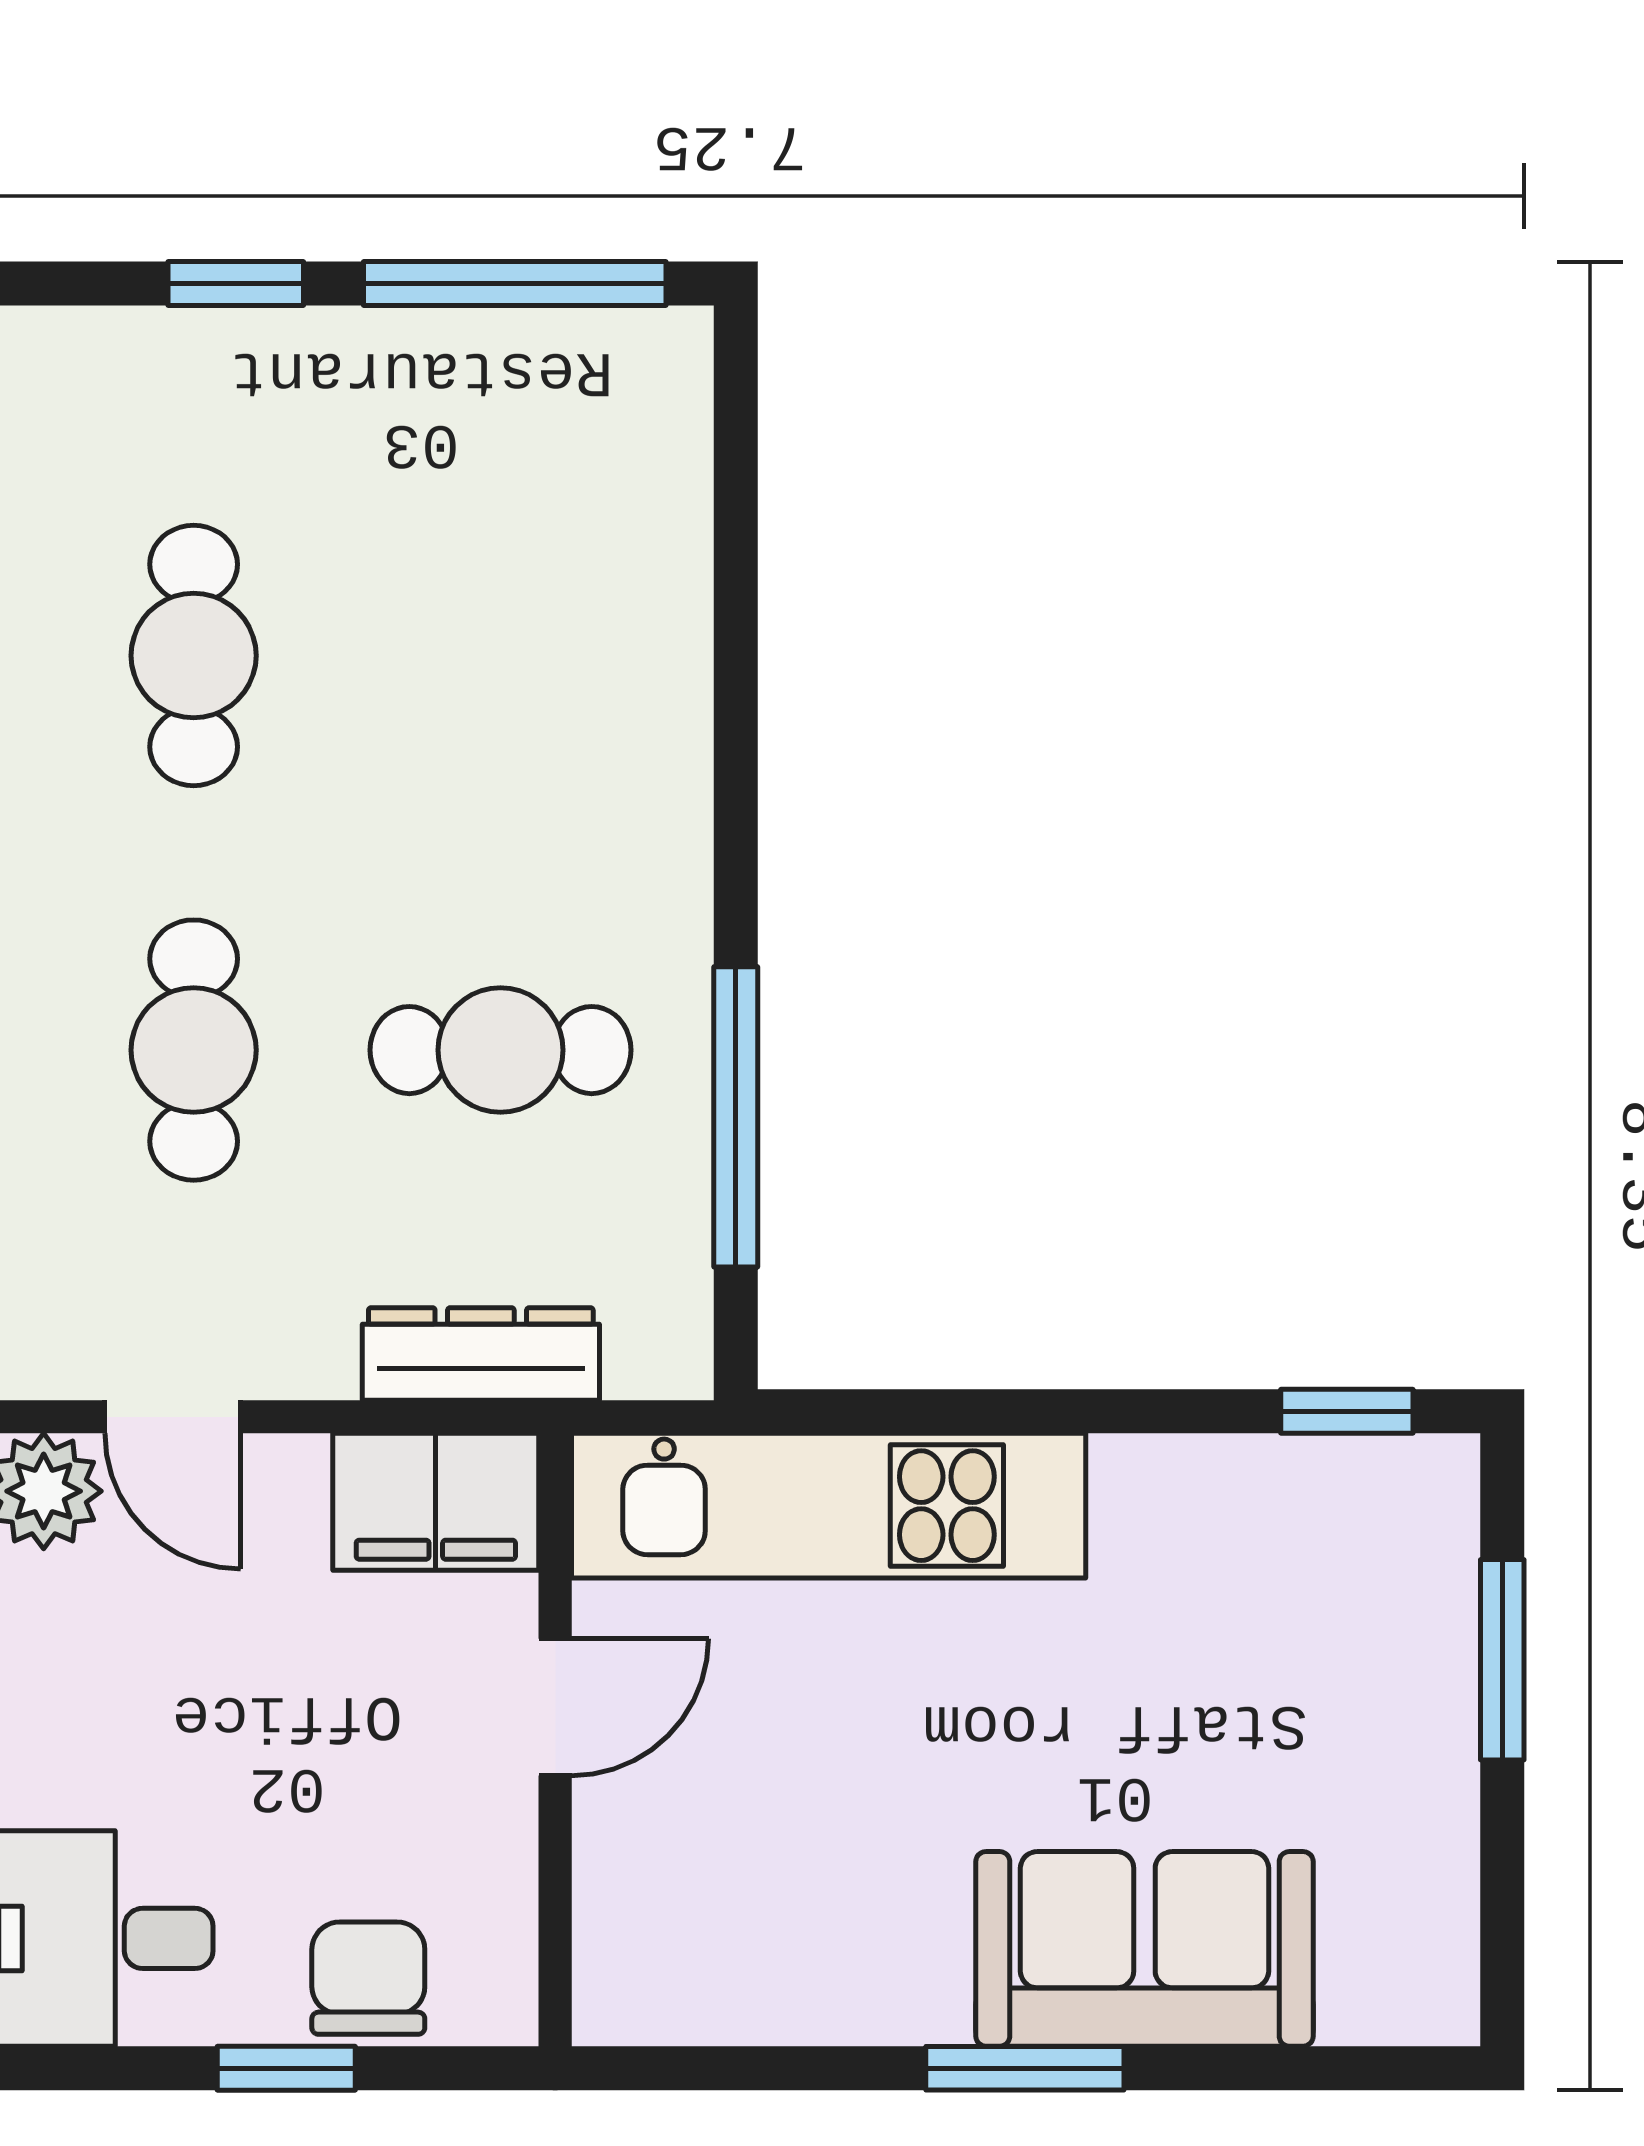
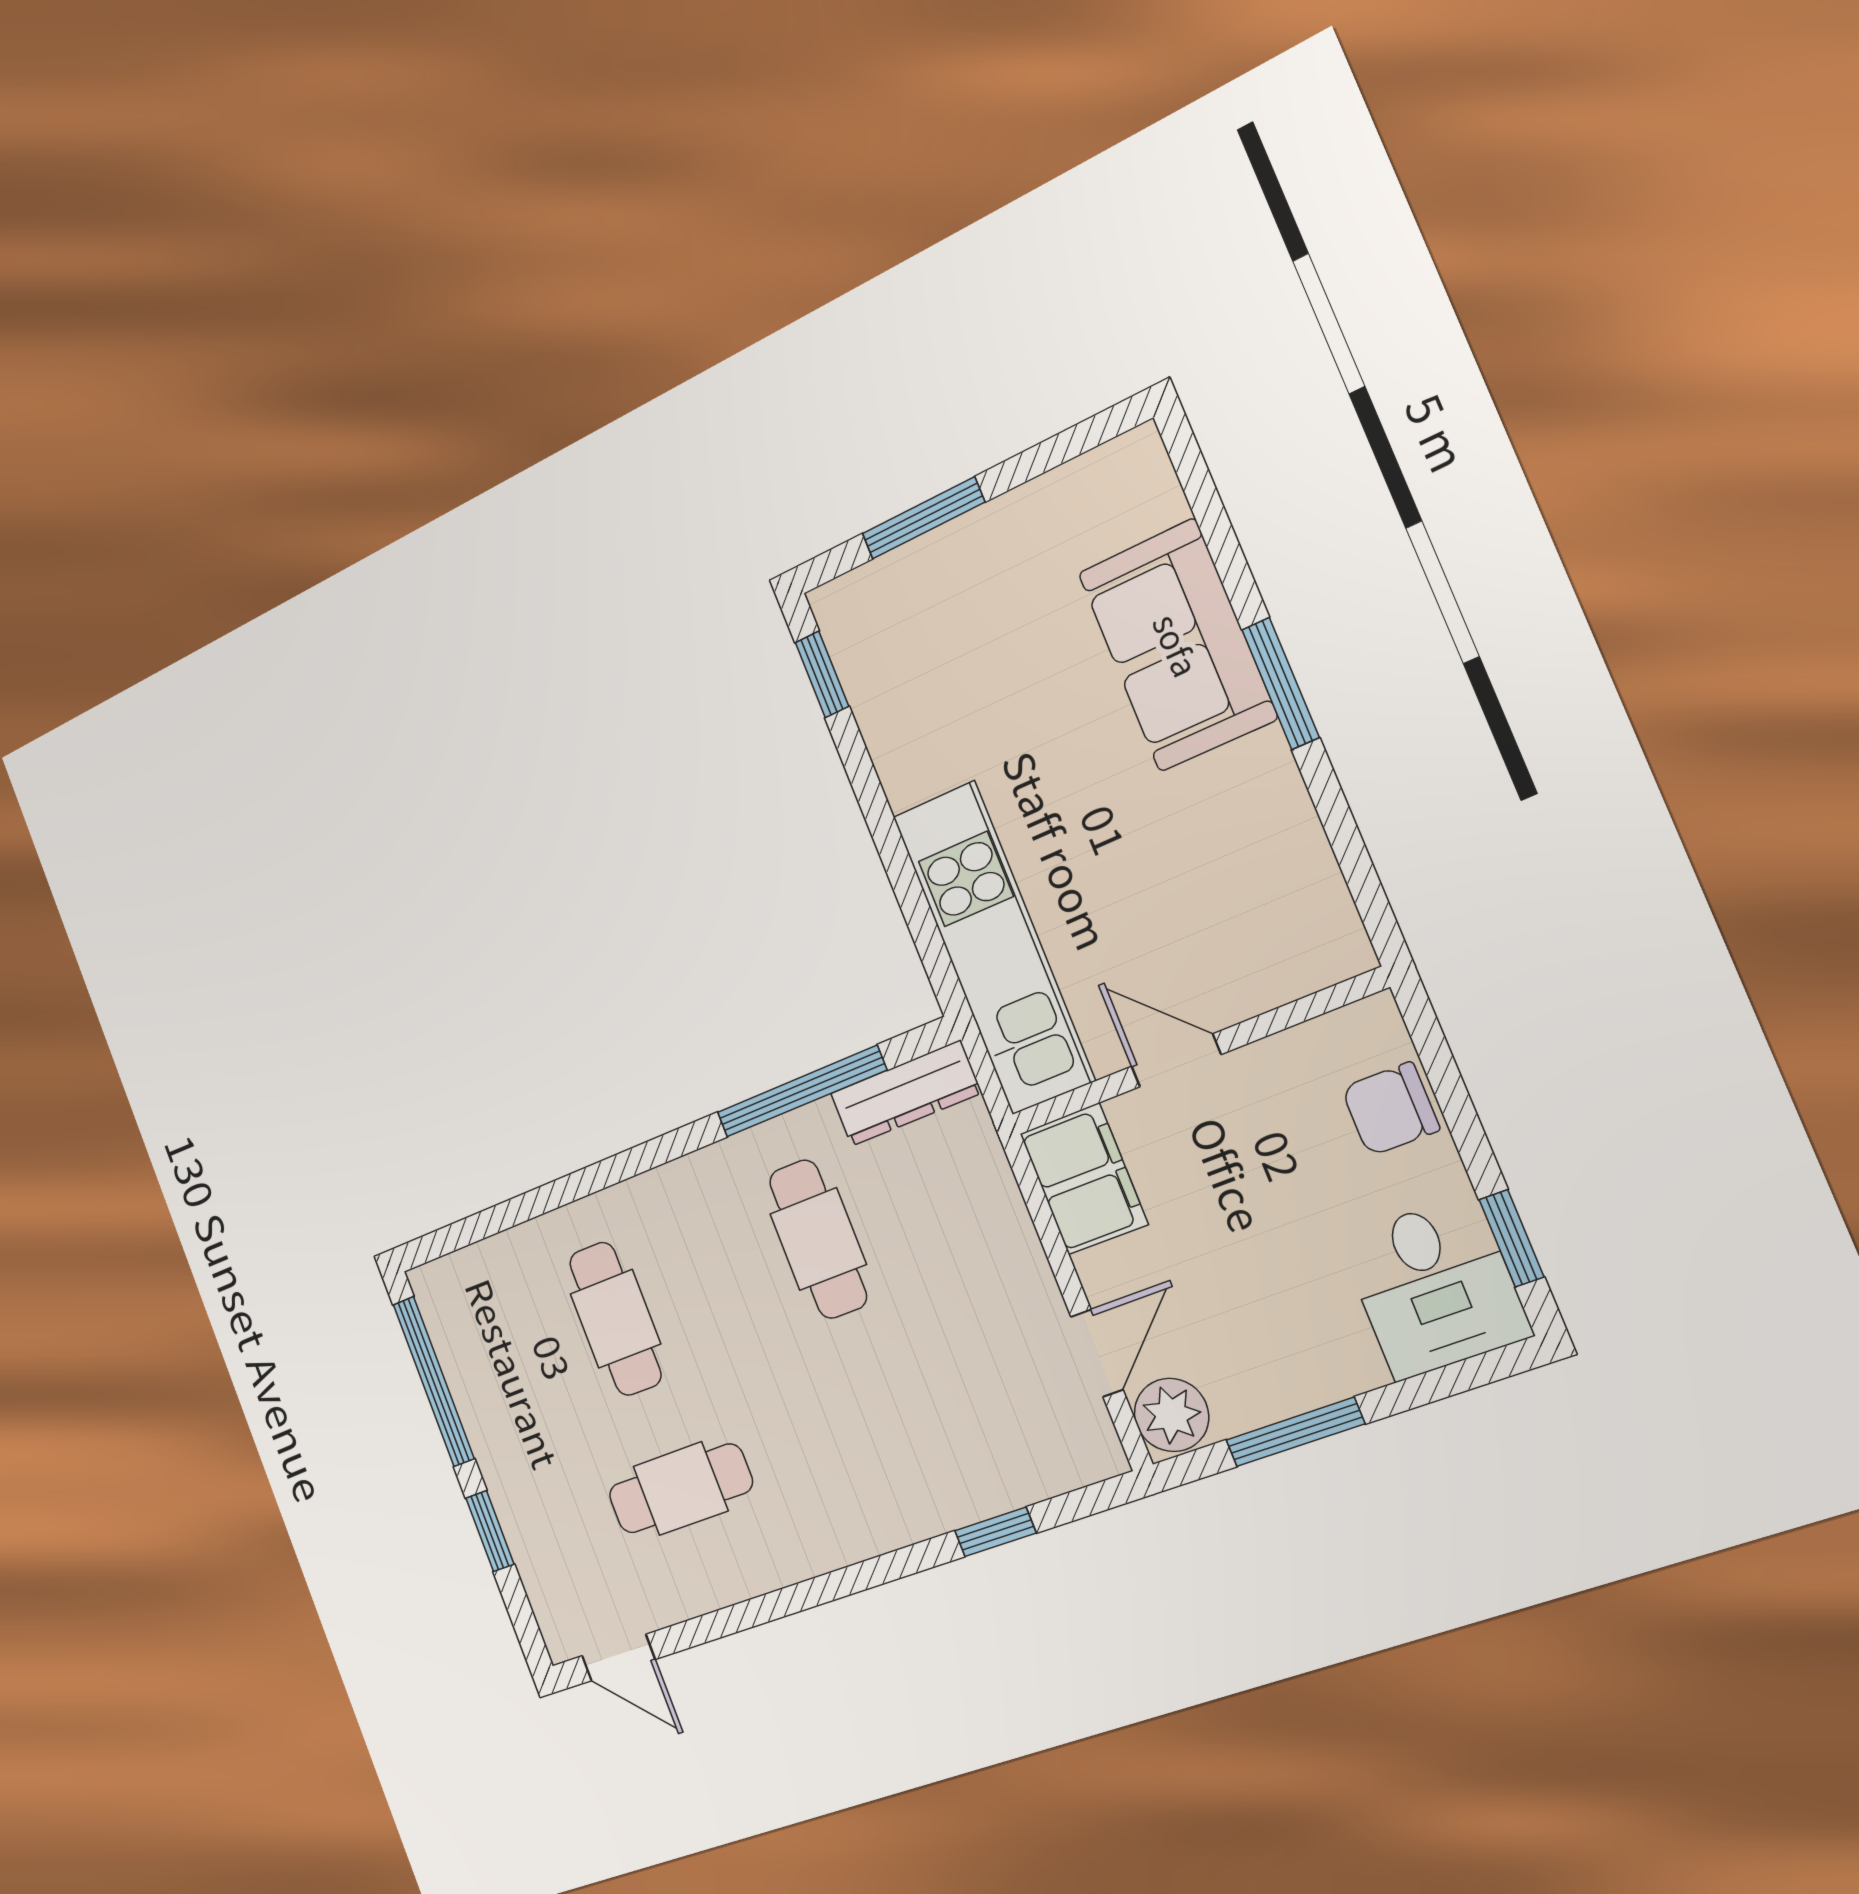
cafe table: (194, 1050) -> (615, 1319), moved, turned 90
dresser: (481, 1354) -> (906, 1093), moved, turned -90
window: (286, 2068) -> (1511, 1238), moved

